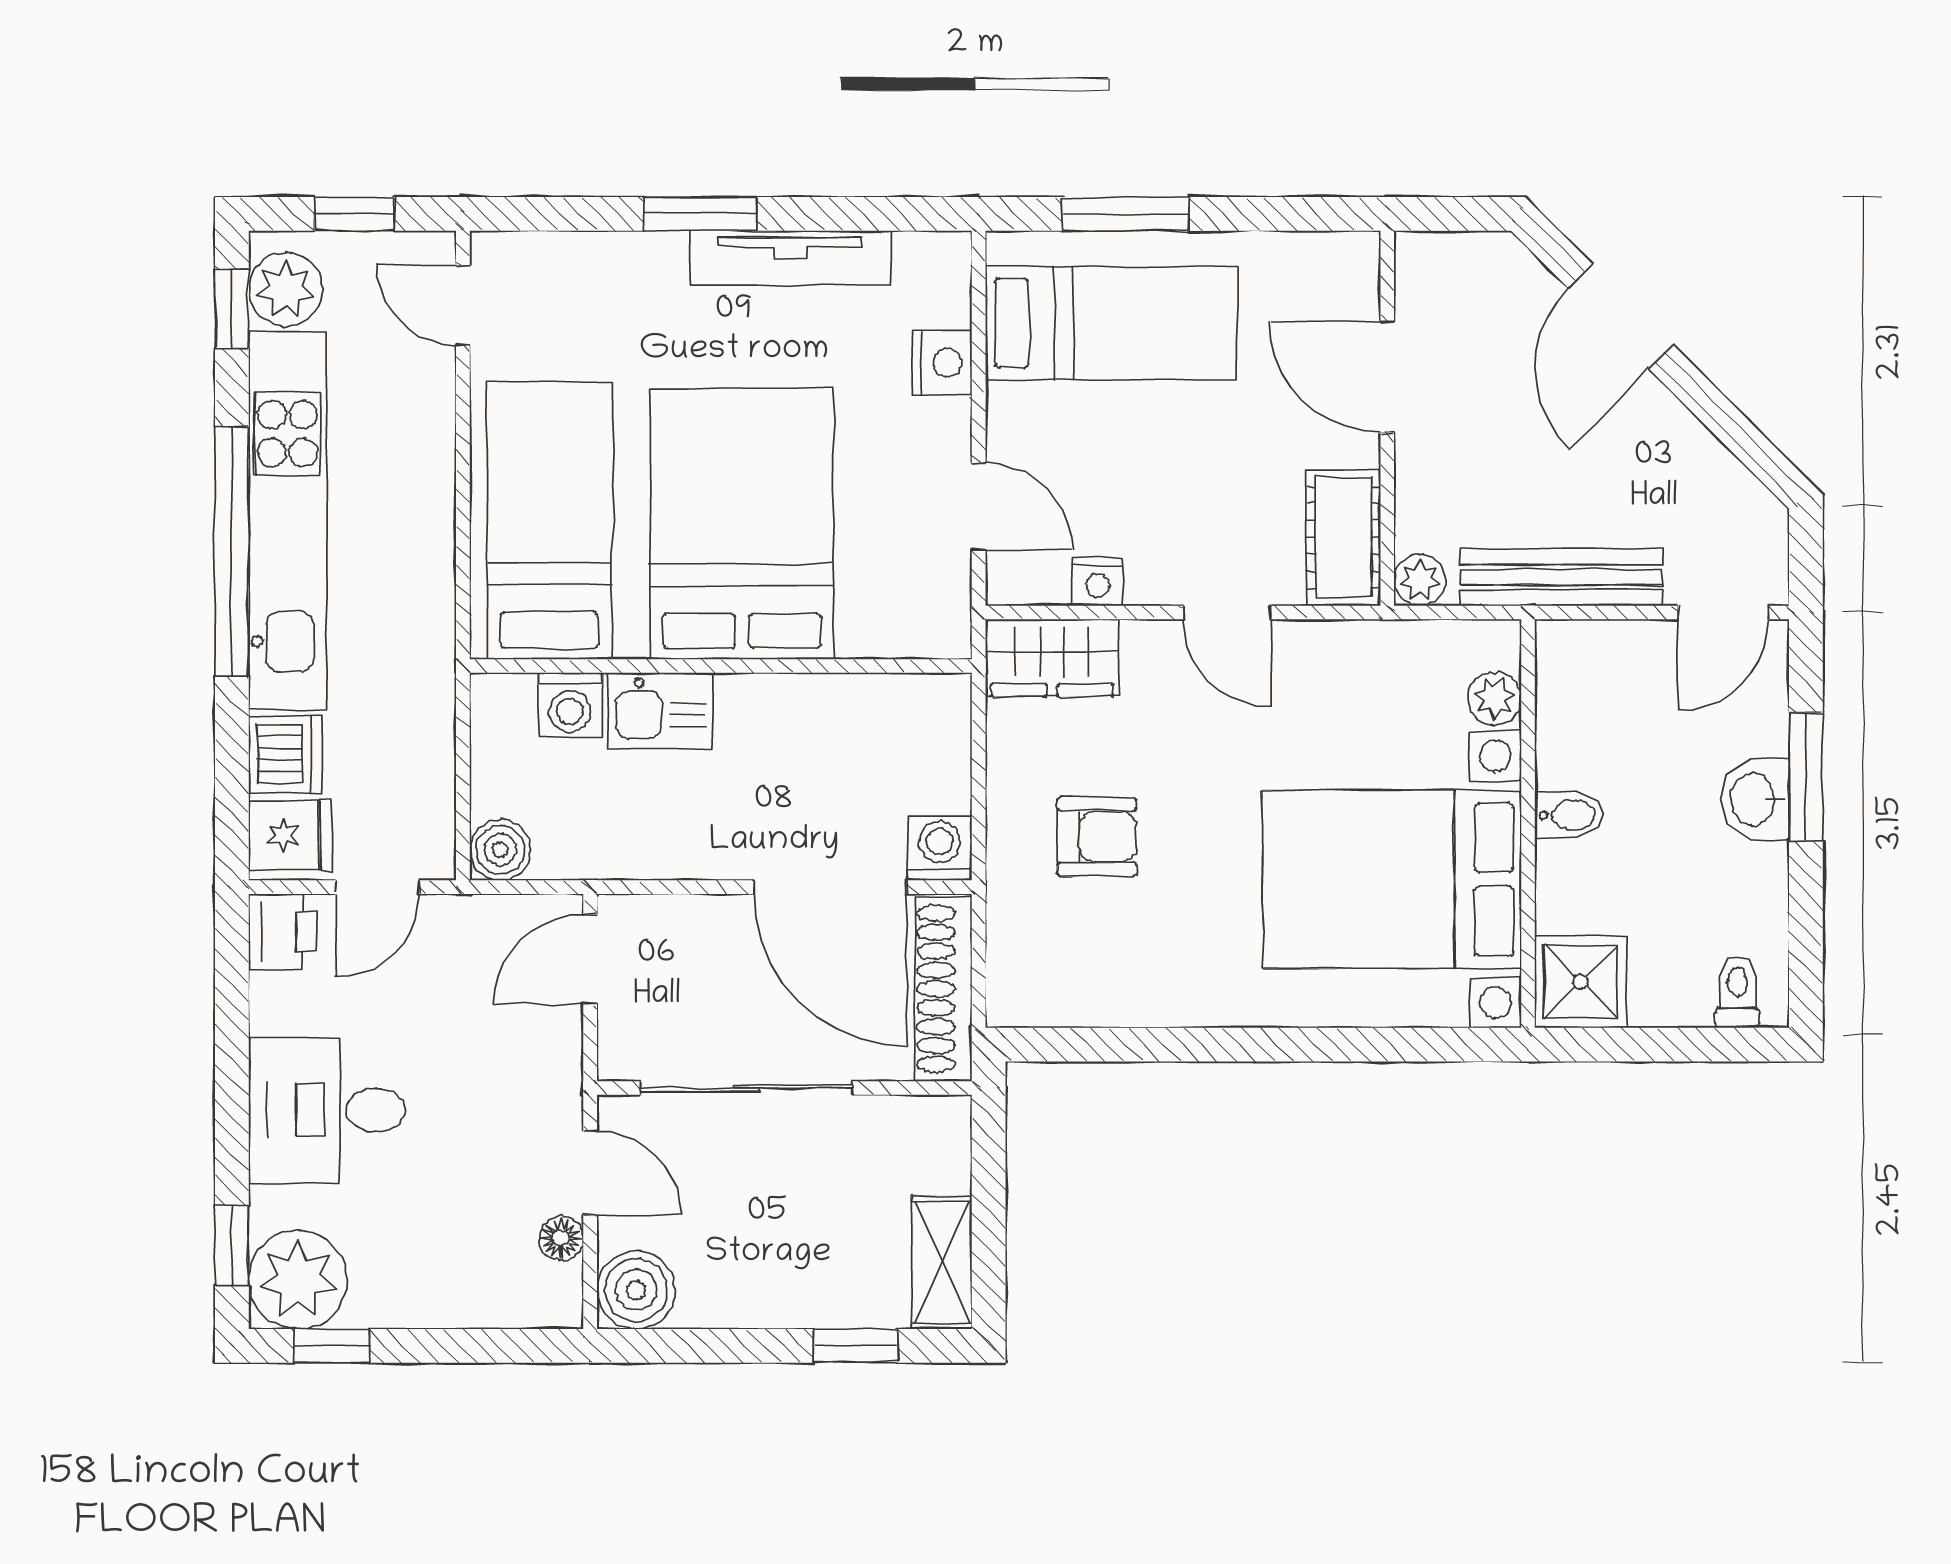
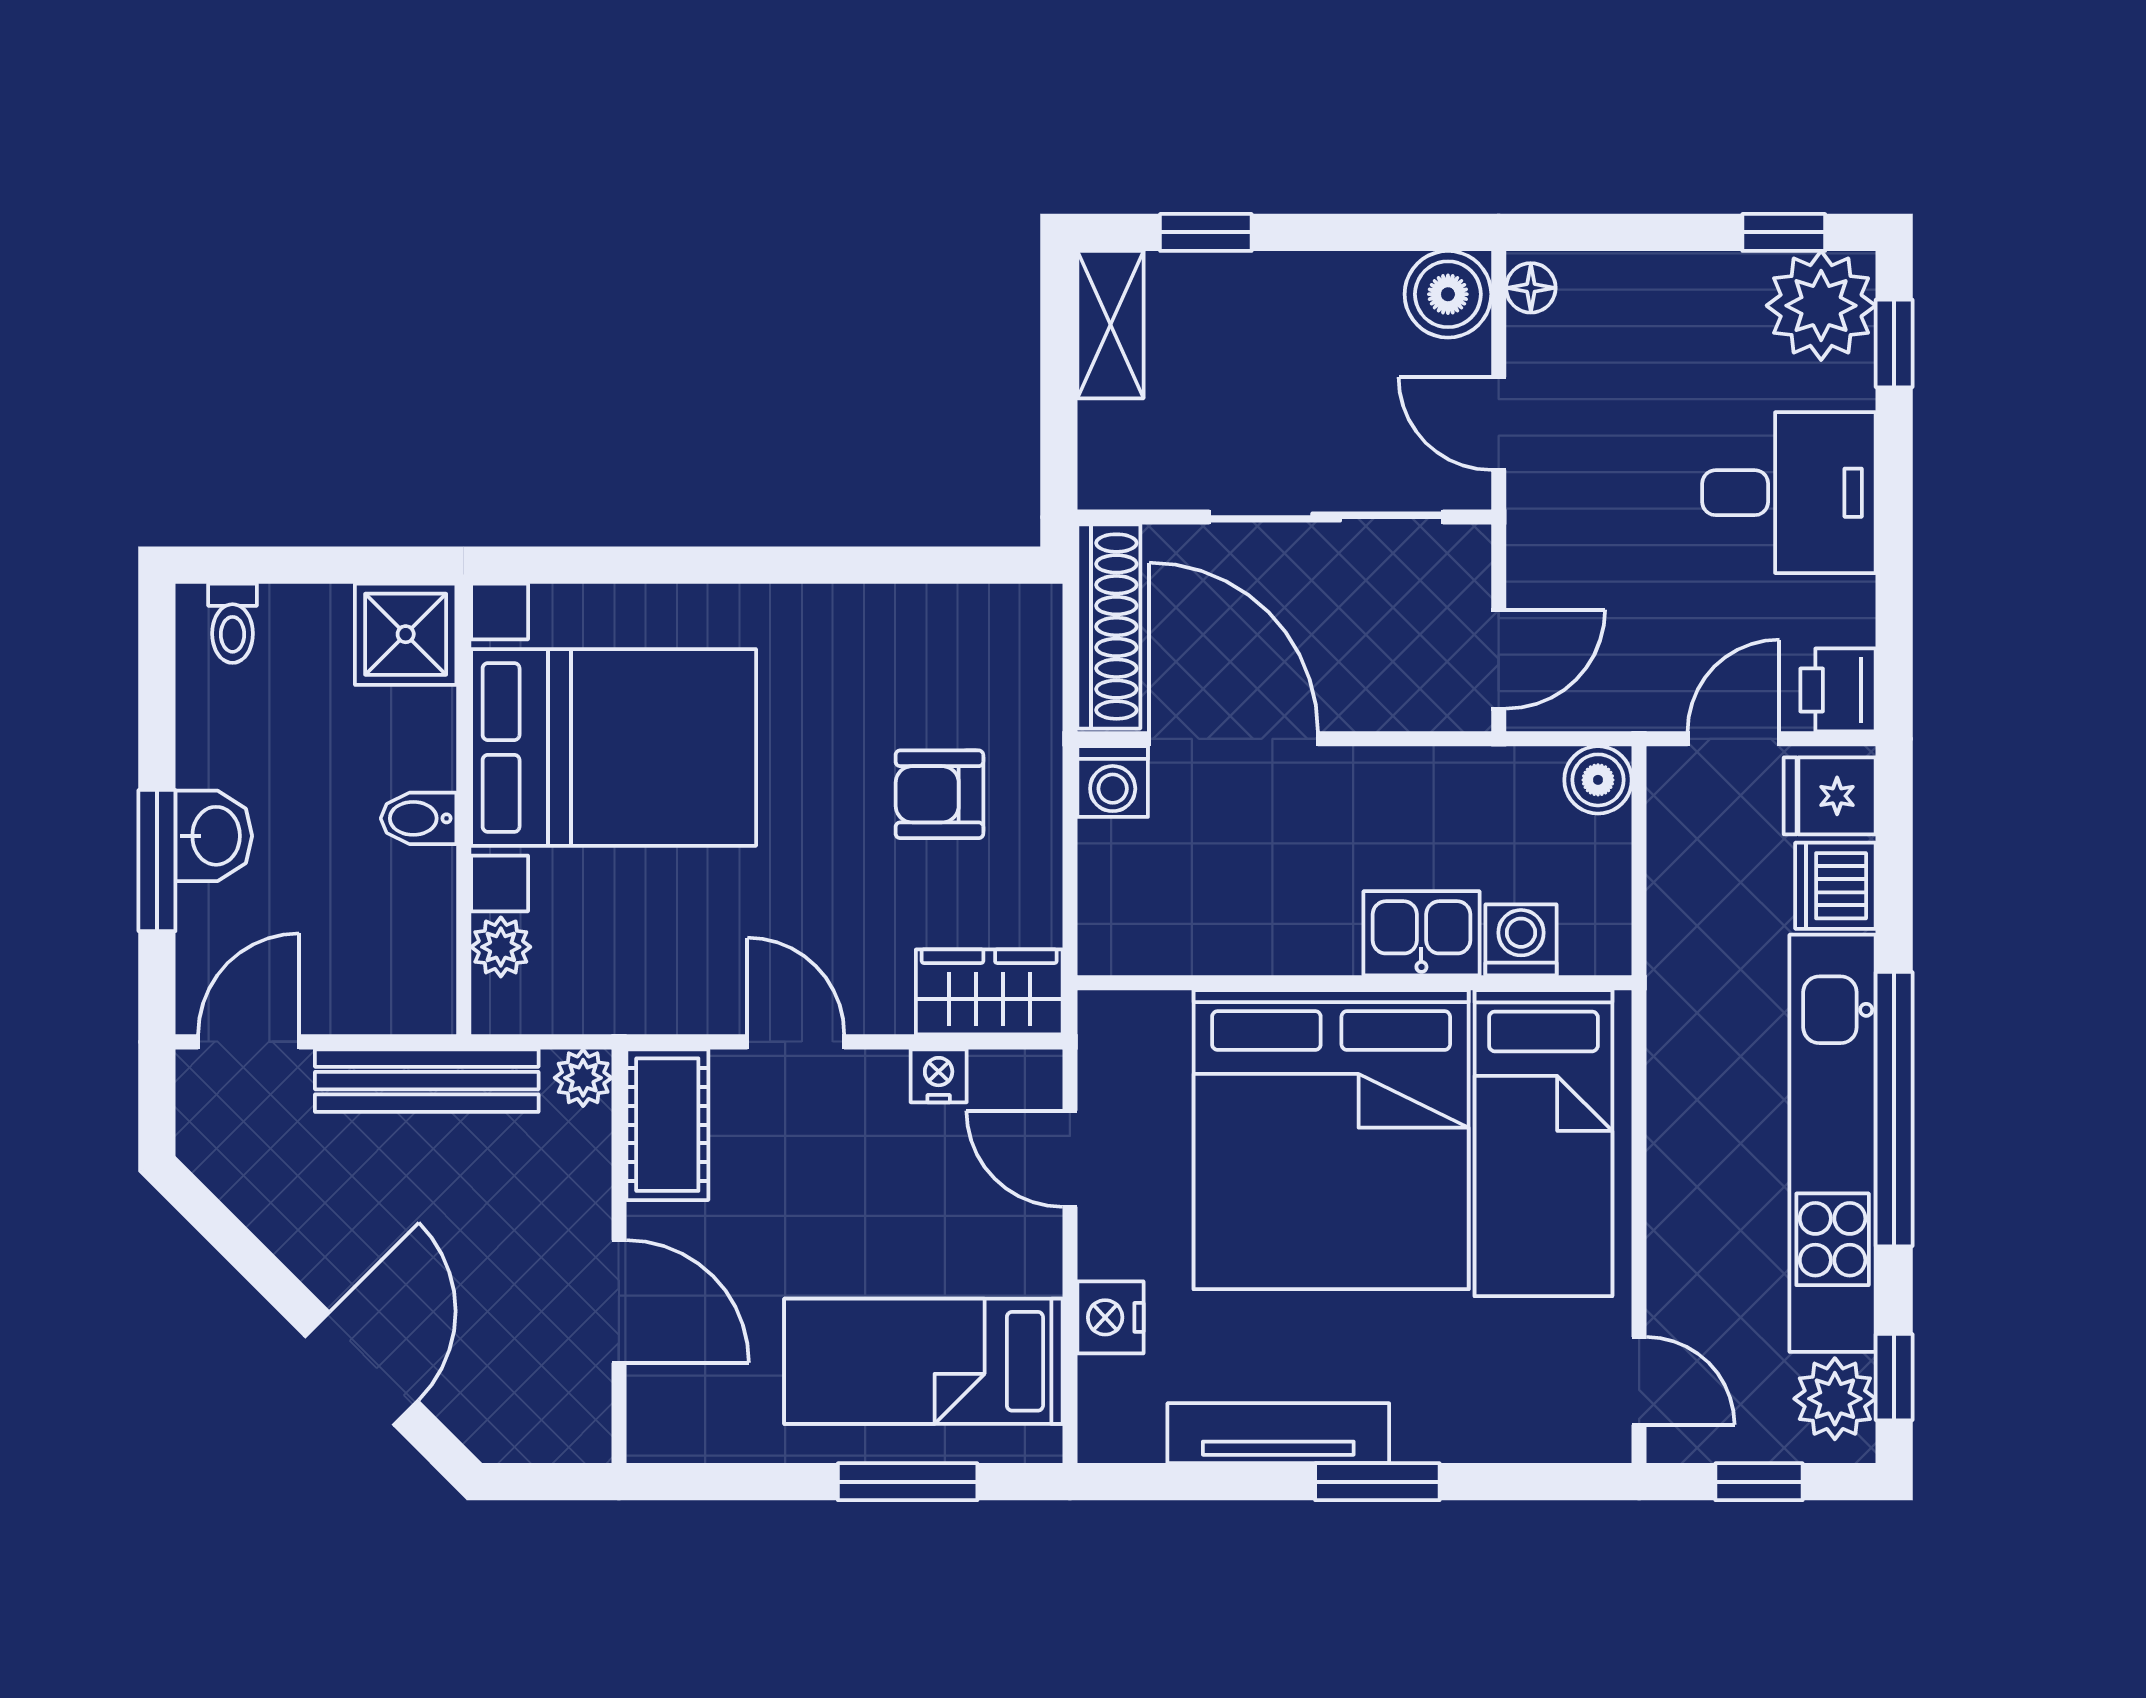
bed: (742, 524) -> (1331, 1140), width x1.36
floor lamp: (561, 1238) -> (1531, 288), moved

